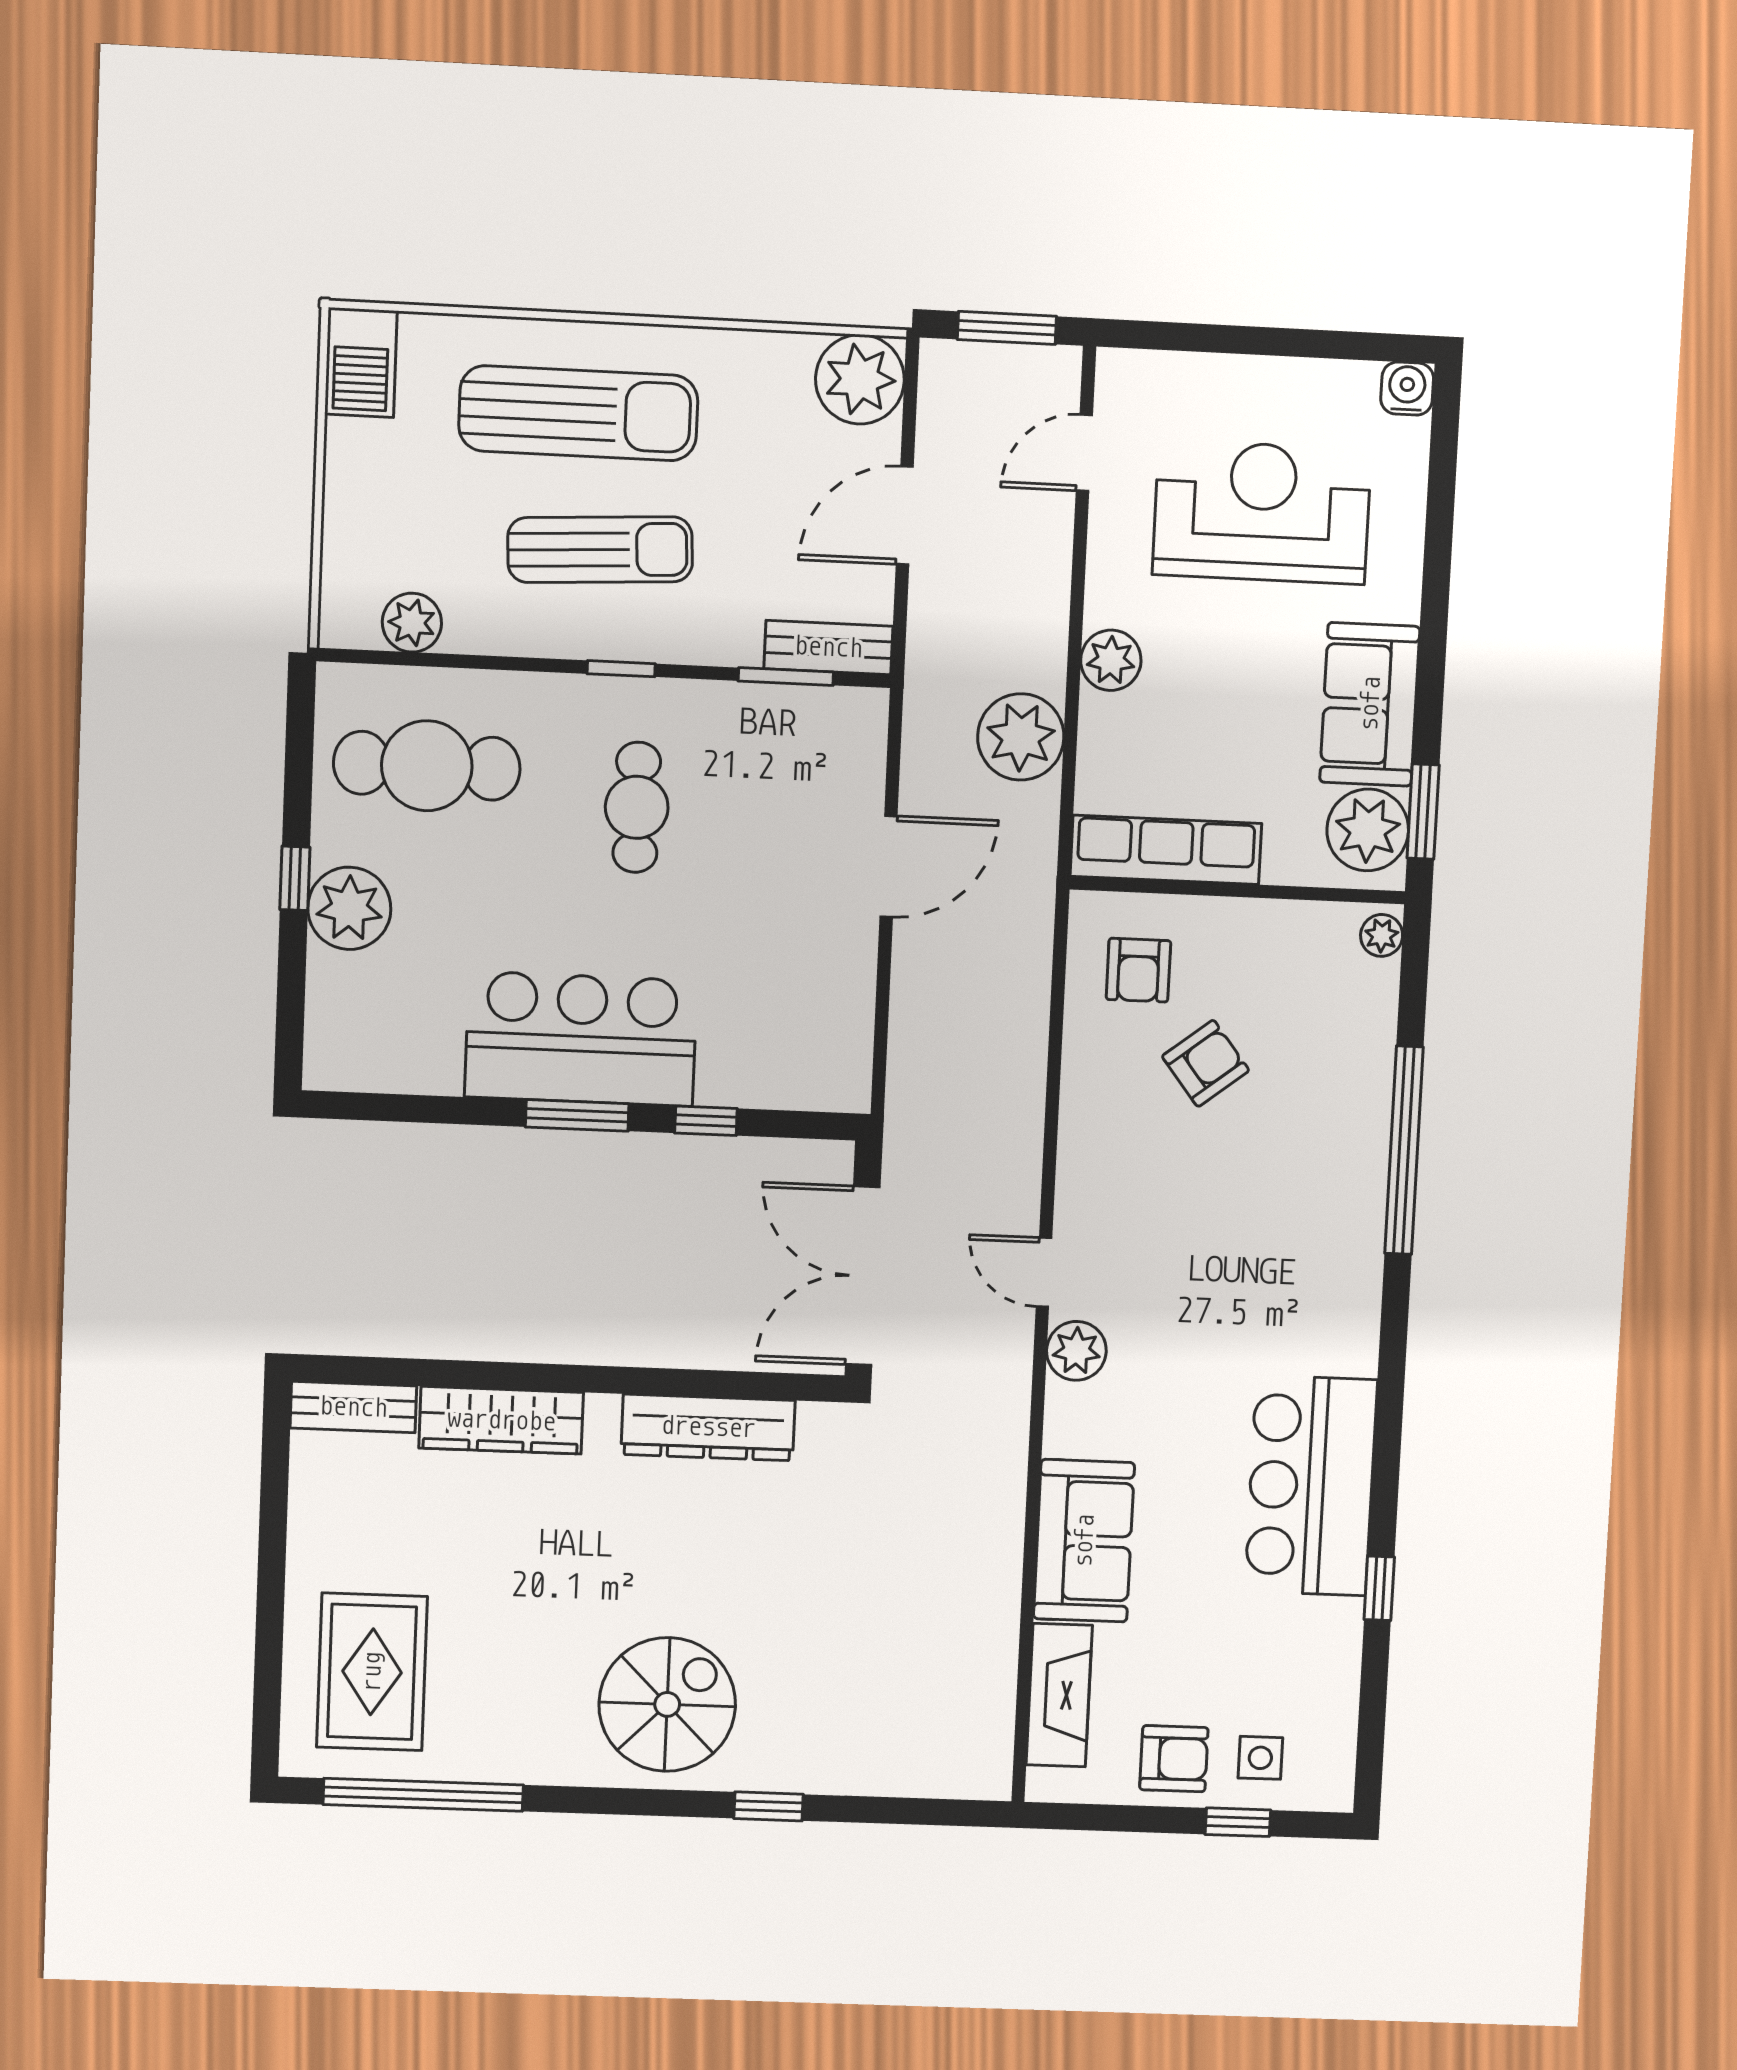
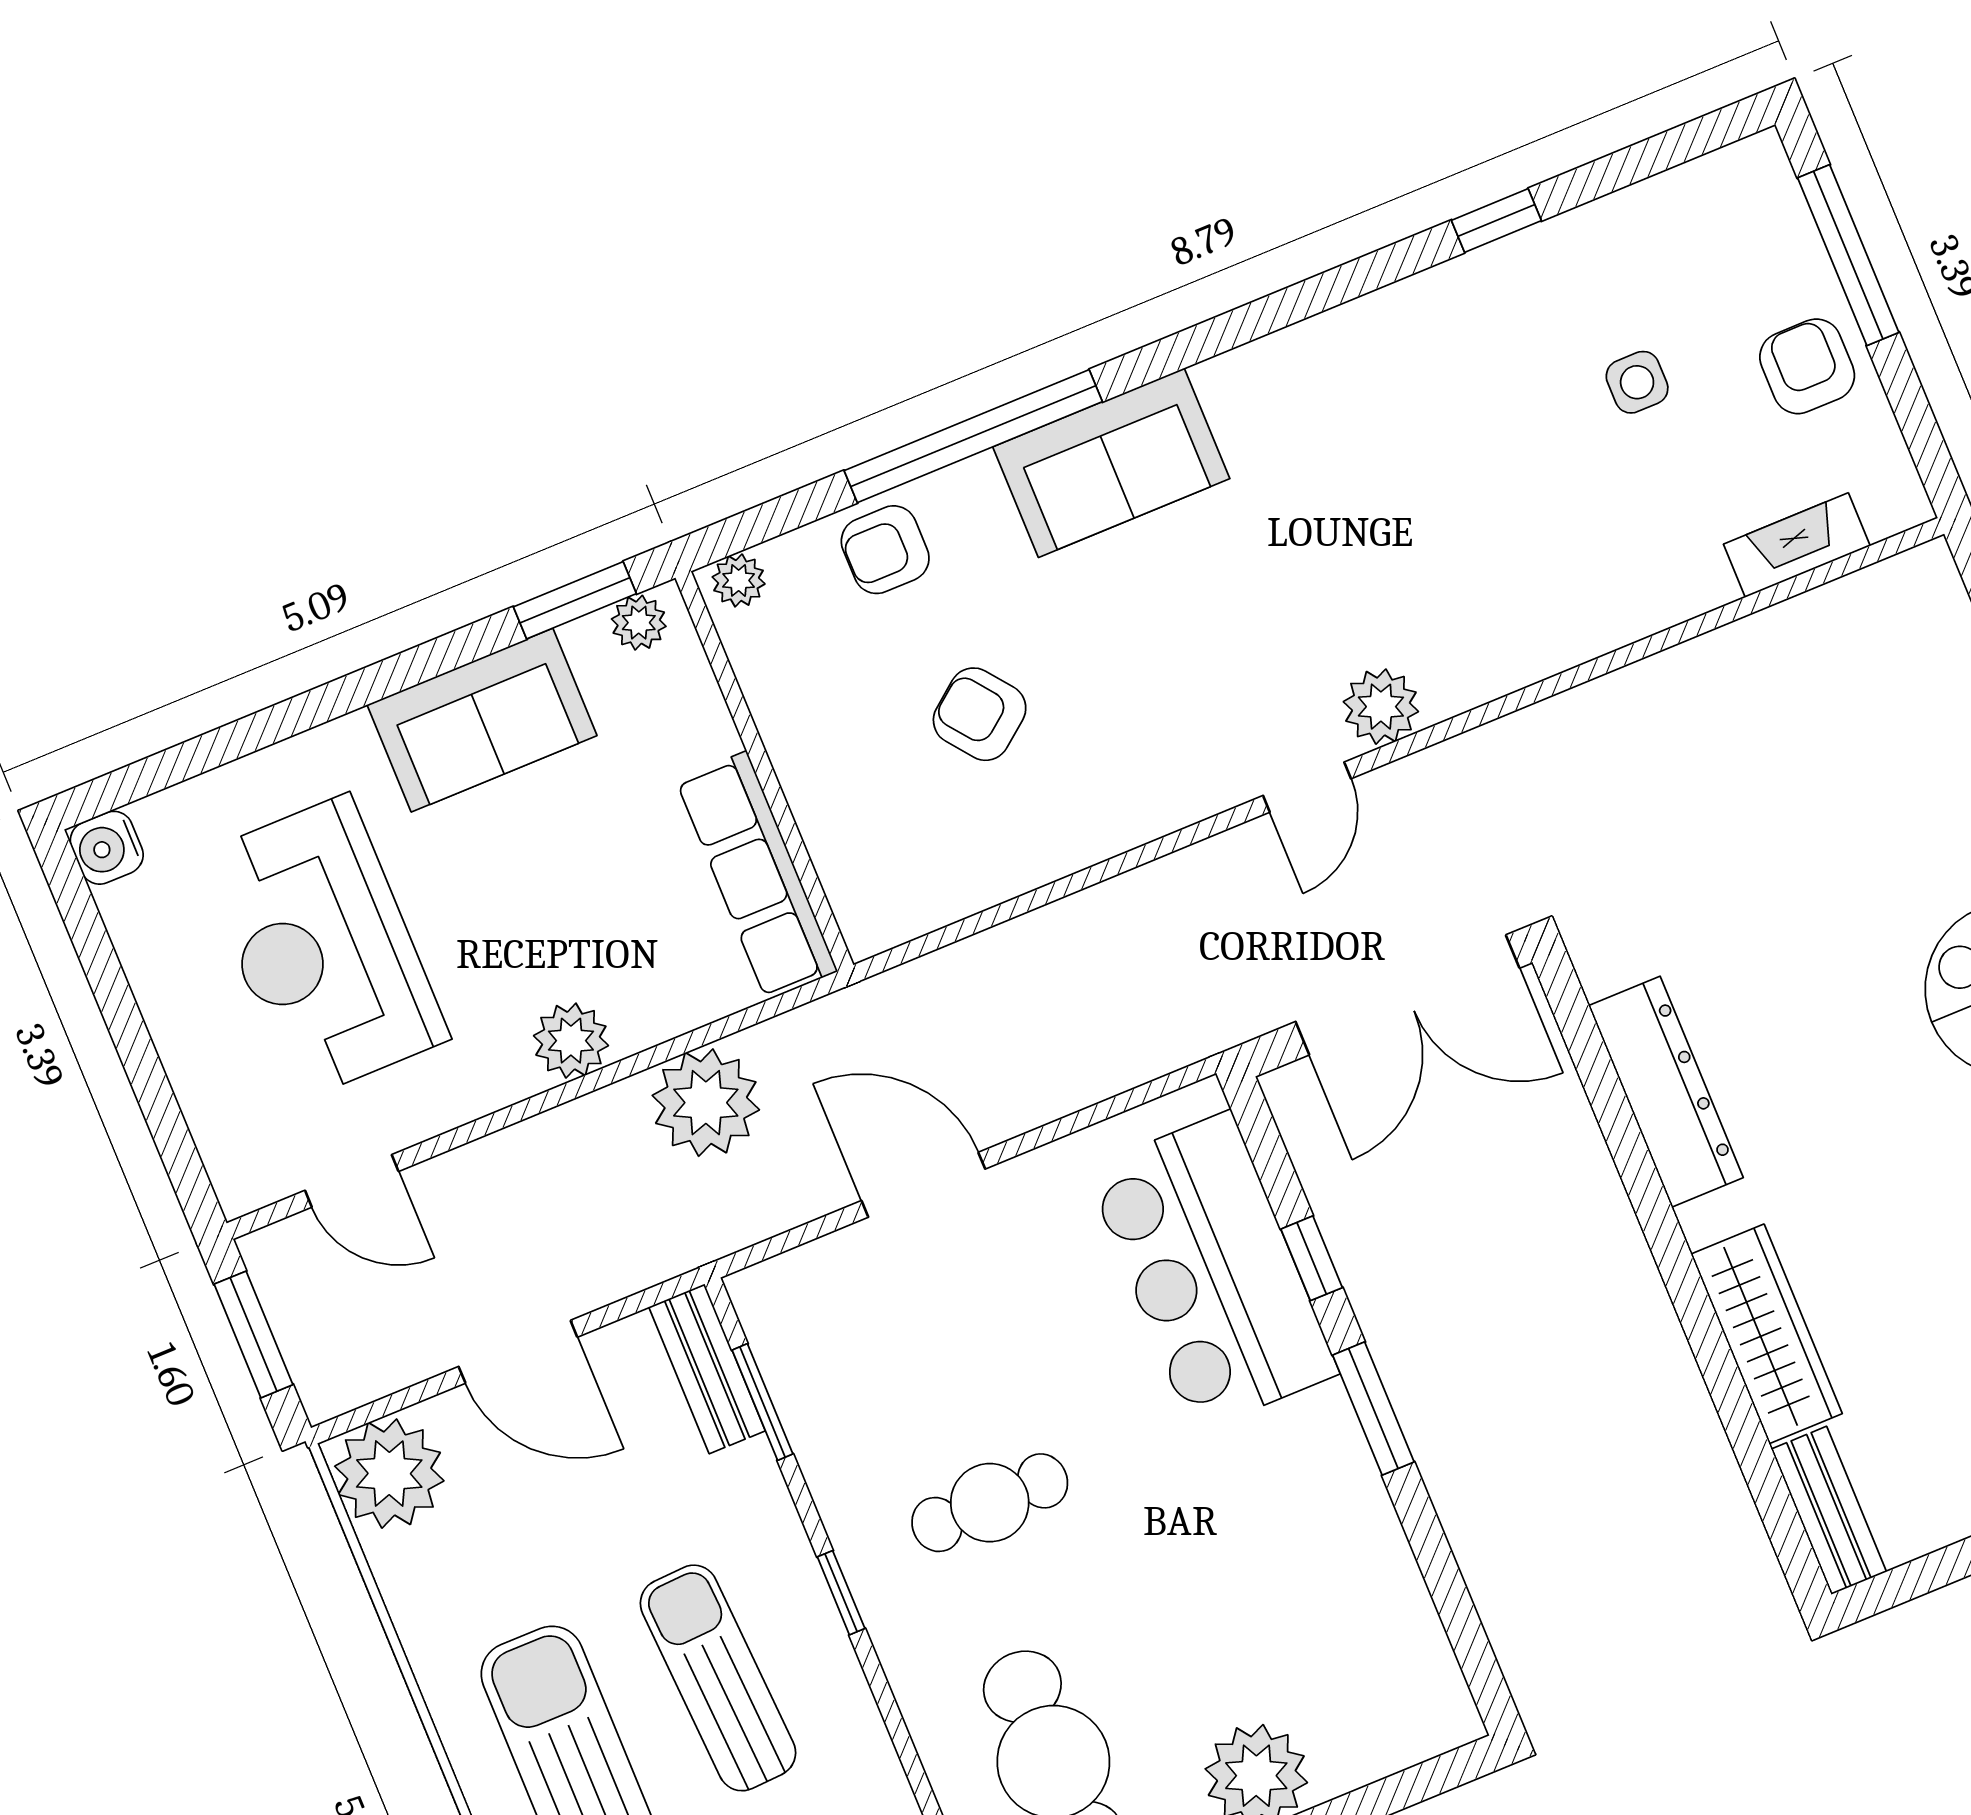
plant: (1368, 830) -> (639, 623), width x0.53, depth x0.53
armchair: (1138, 970) -> (885, 550), moved, turned 180
bar counter: (581, 1039) -> (1212, 1272), moved
bar counter: (1311, 1486) -> (1413, 358), removed
sofa: (1084, 1541) -> (1111, 463), moved, turned 180
fireplace: (1059, 1695) -> (1797, 545), width x0.73, depth x0.76
side table: (1260, 1758) -> (1637, 382), moved
window: (1238, 1822) -> (1848, 255), width x2.17

